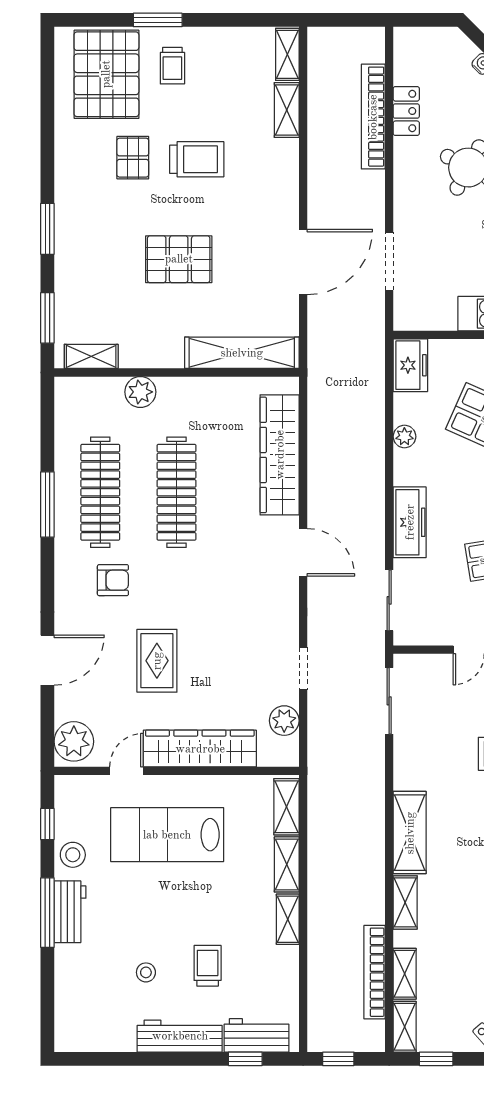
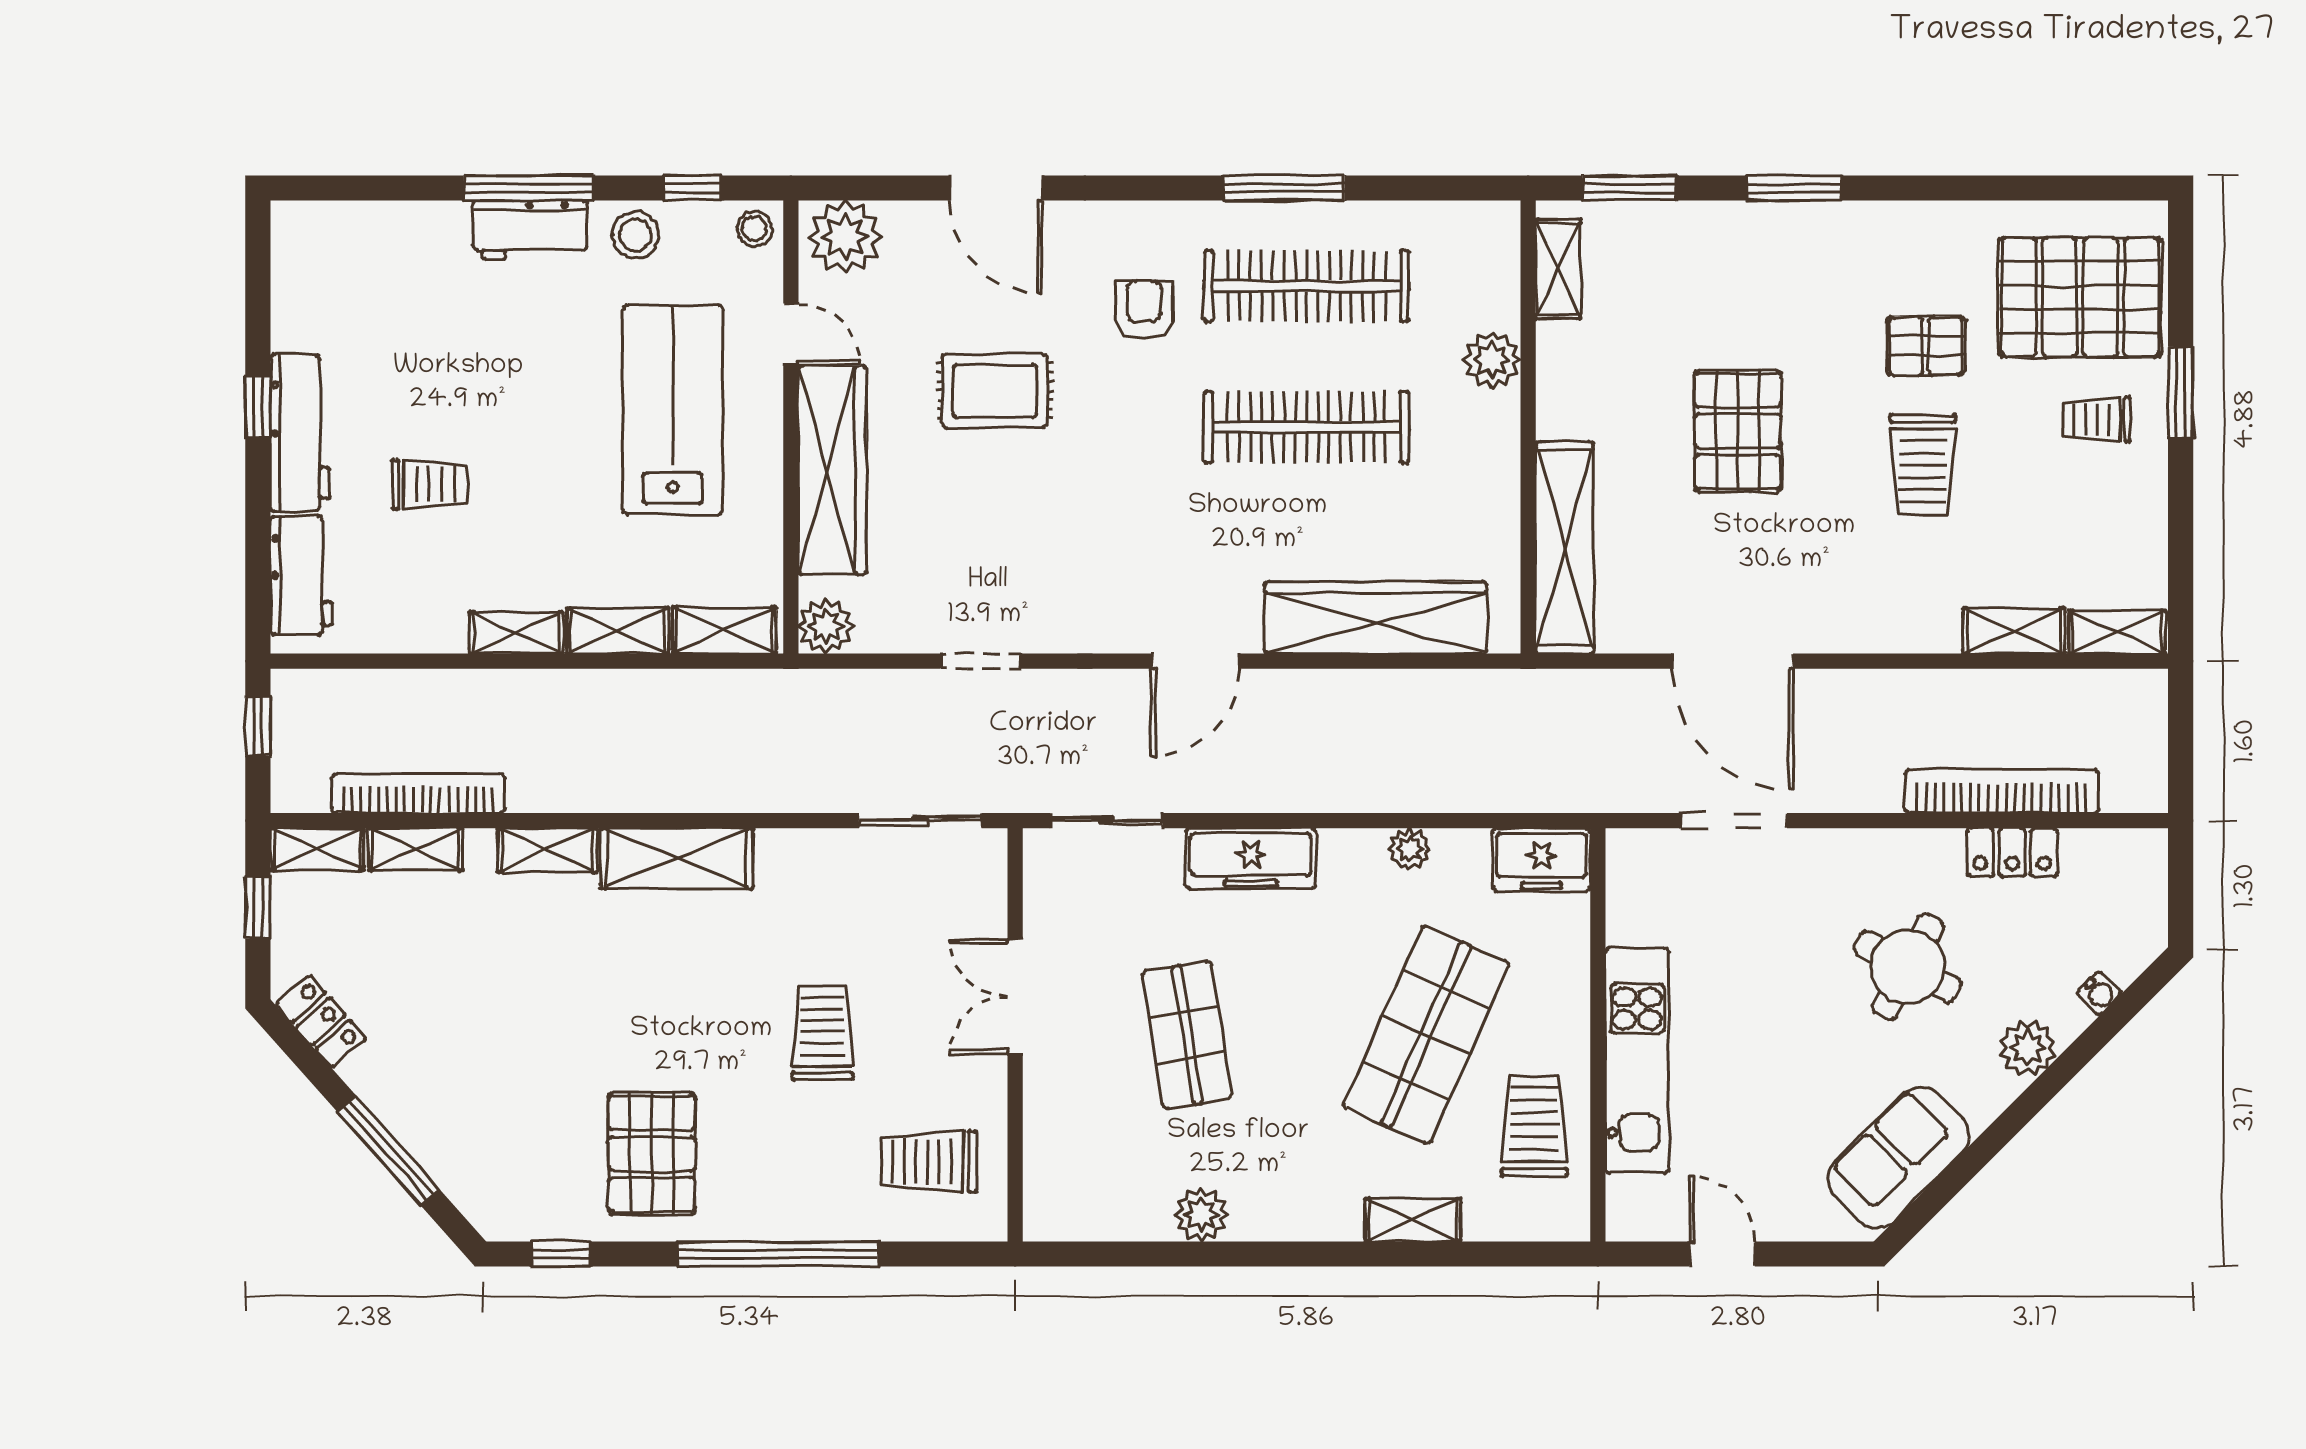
armchair: (113, 580) -> (1144, 309), turned 180
plant: (284, 721) -> (826, 626), moved
stool: (146, 972) -> (755, 229), moved
window: (245, 1059) -> (258, 407), moved

